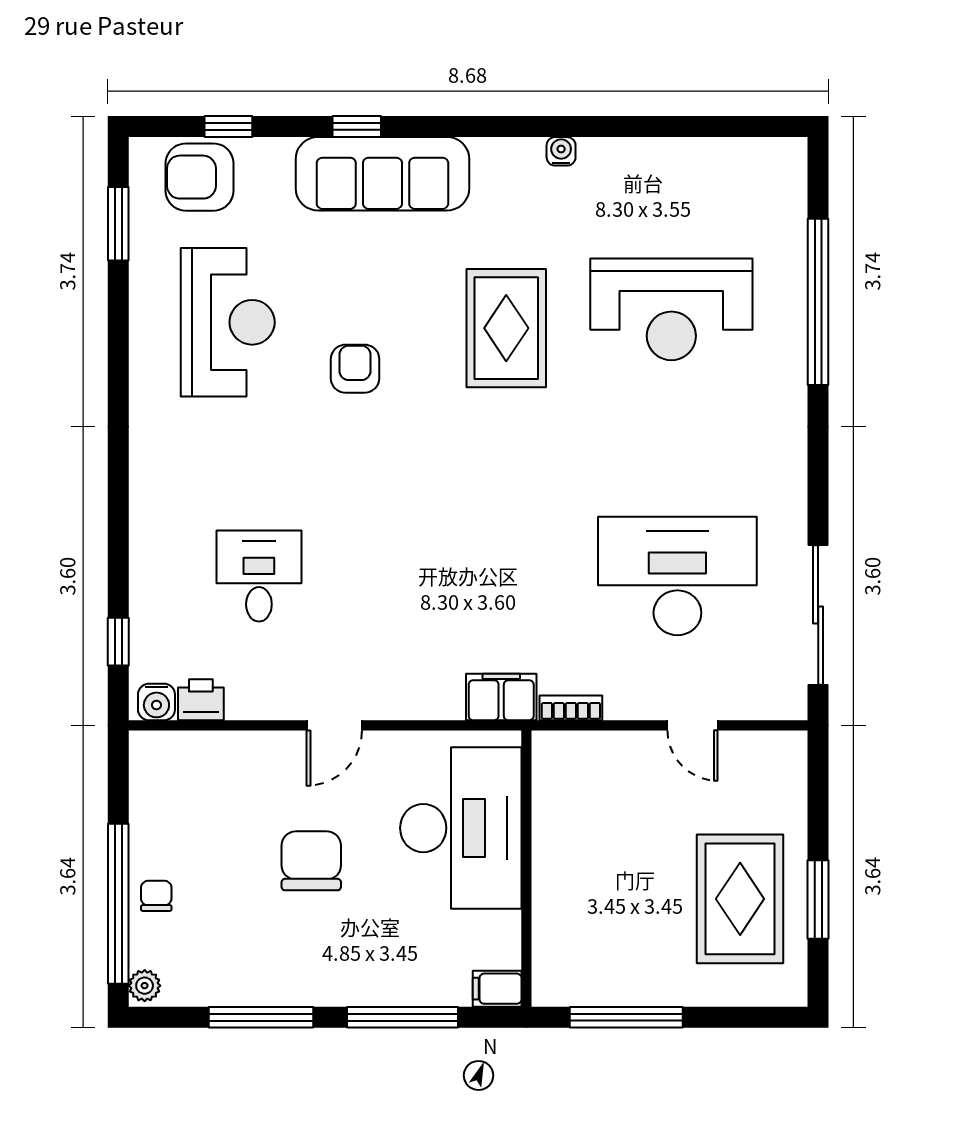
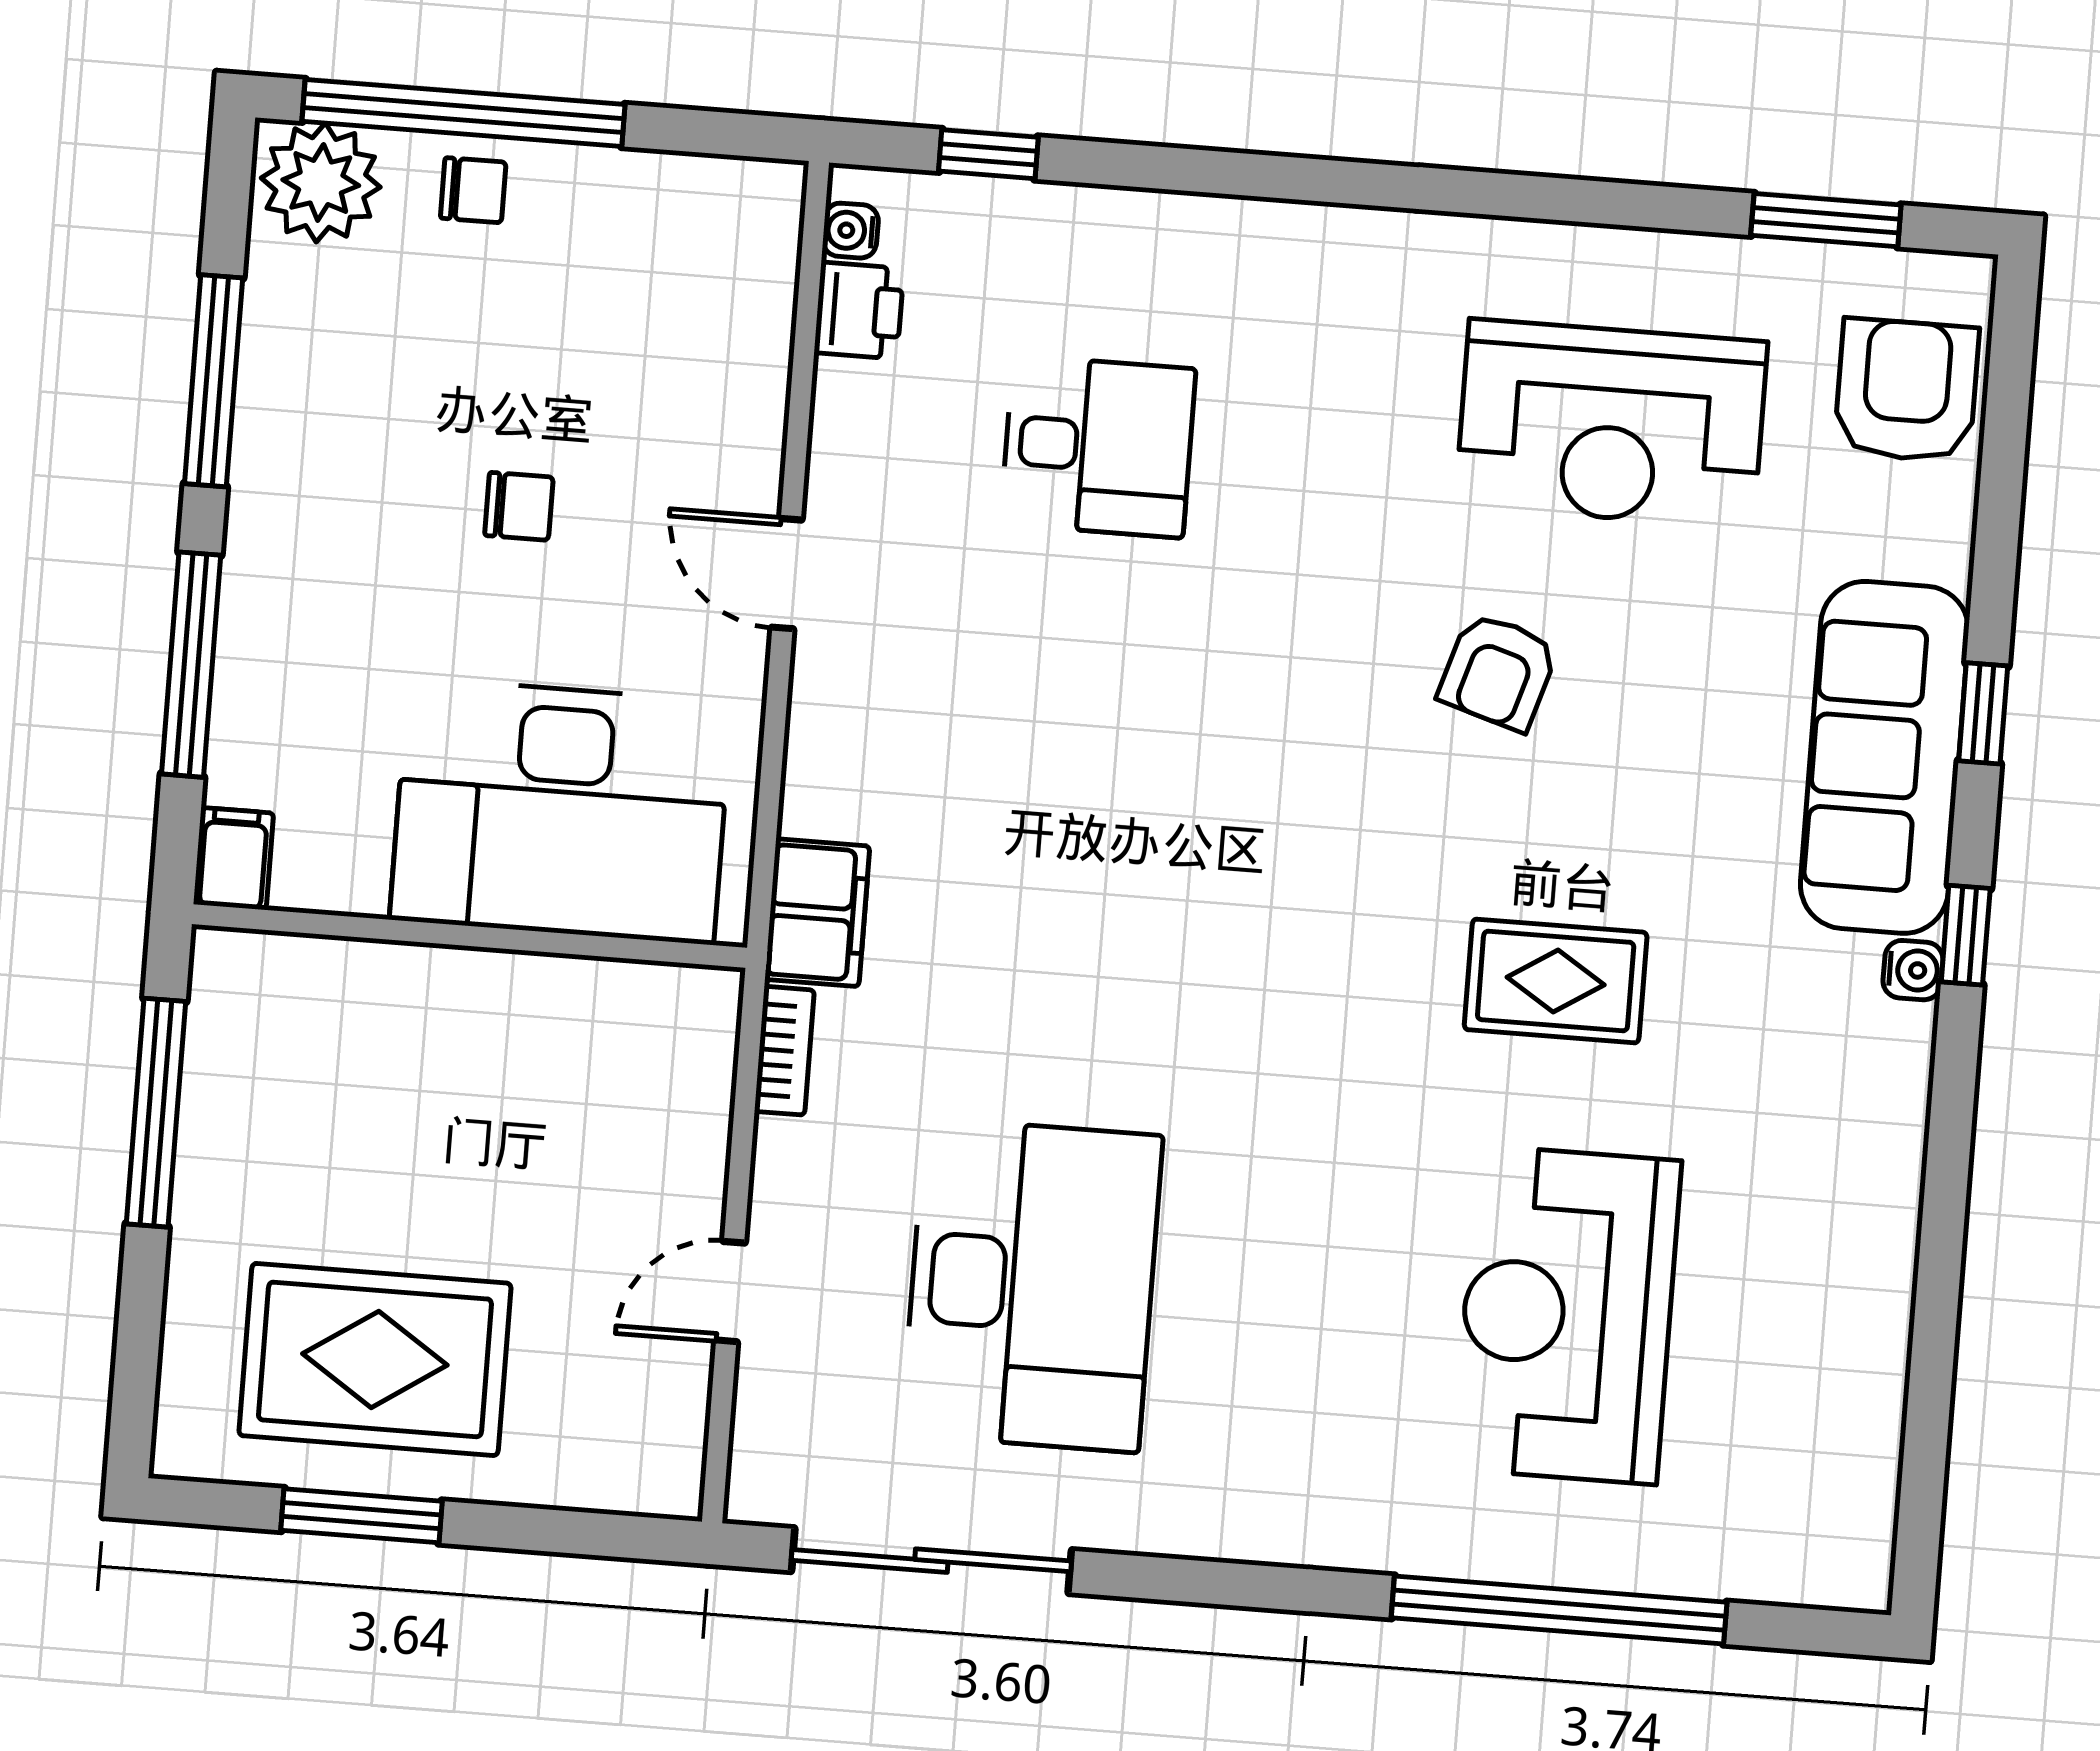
window: (228, 127) -> (1966, 935), moved
water cooler: (561, 151) -> (1913, 970), moved
rug: (506, 328) -> (1556, 981), width x0.73, depth x0.70
armchair: (355, 369) -> (1498, 672), turned 107
water cooler: (156, 702) -> (851, 231), width x0.72, depth x0.72
chair: (311, 861) -> (519, 506), width x0.54, depth x0.54
plant: (145, 986) -> (321, 183), width x1.87, depth x1.87

